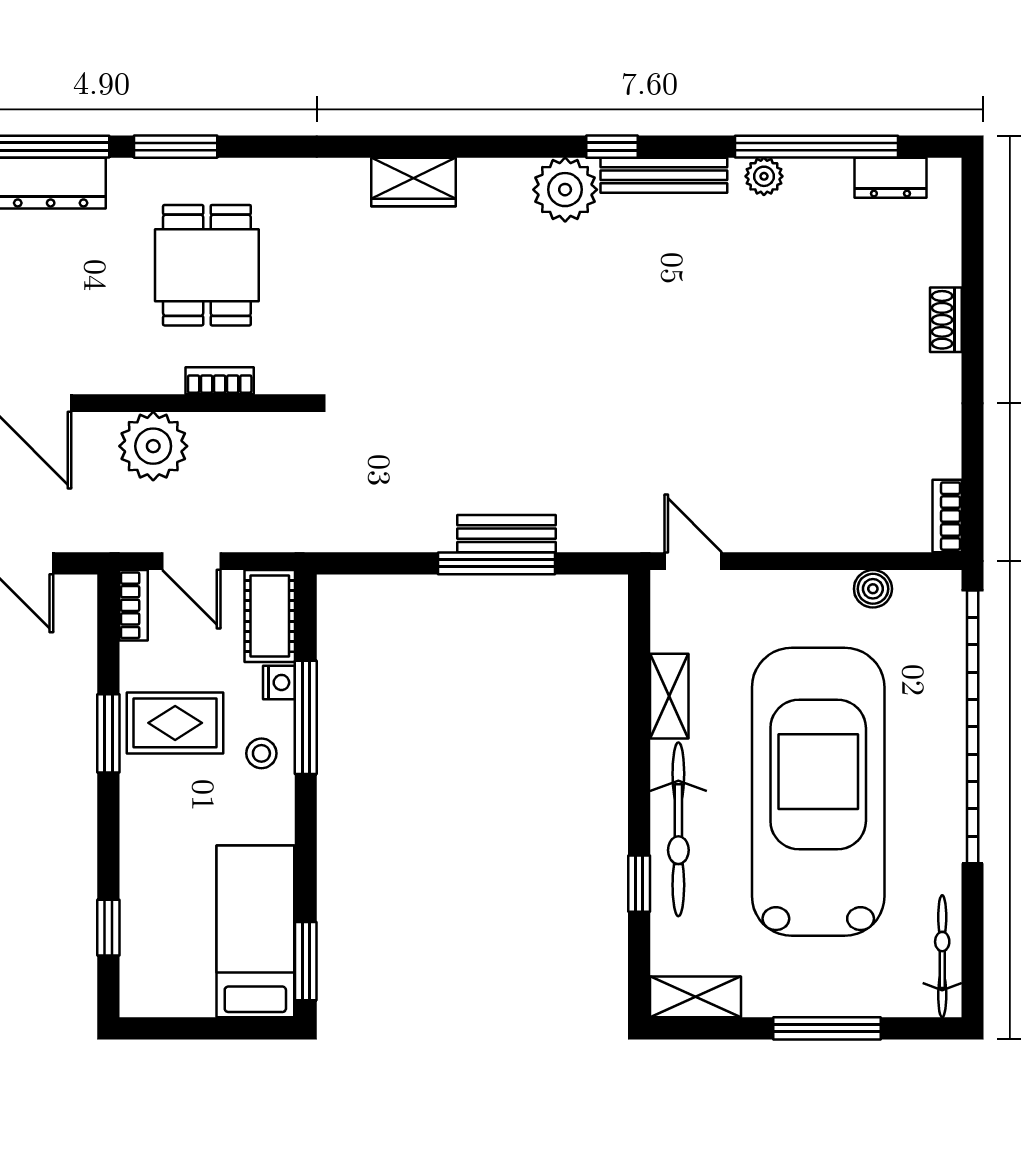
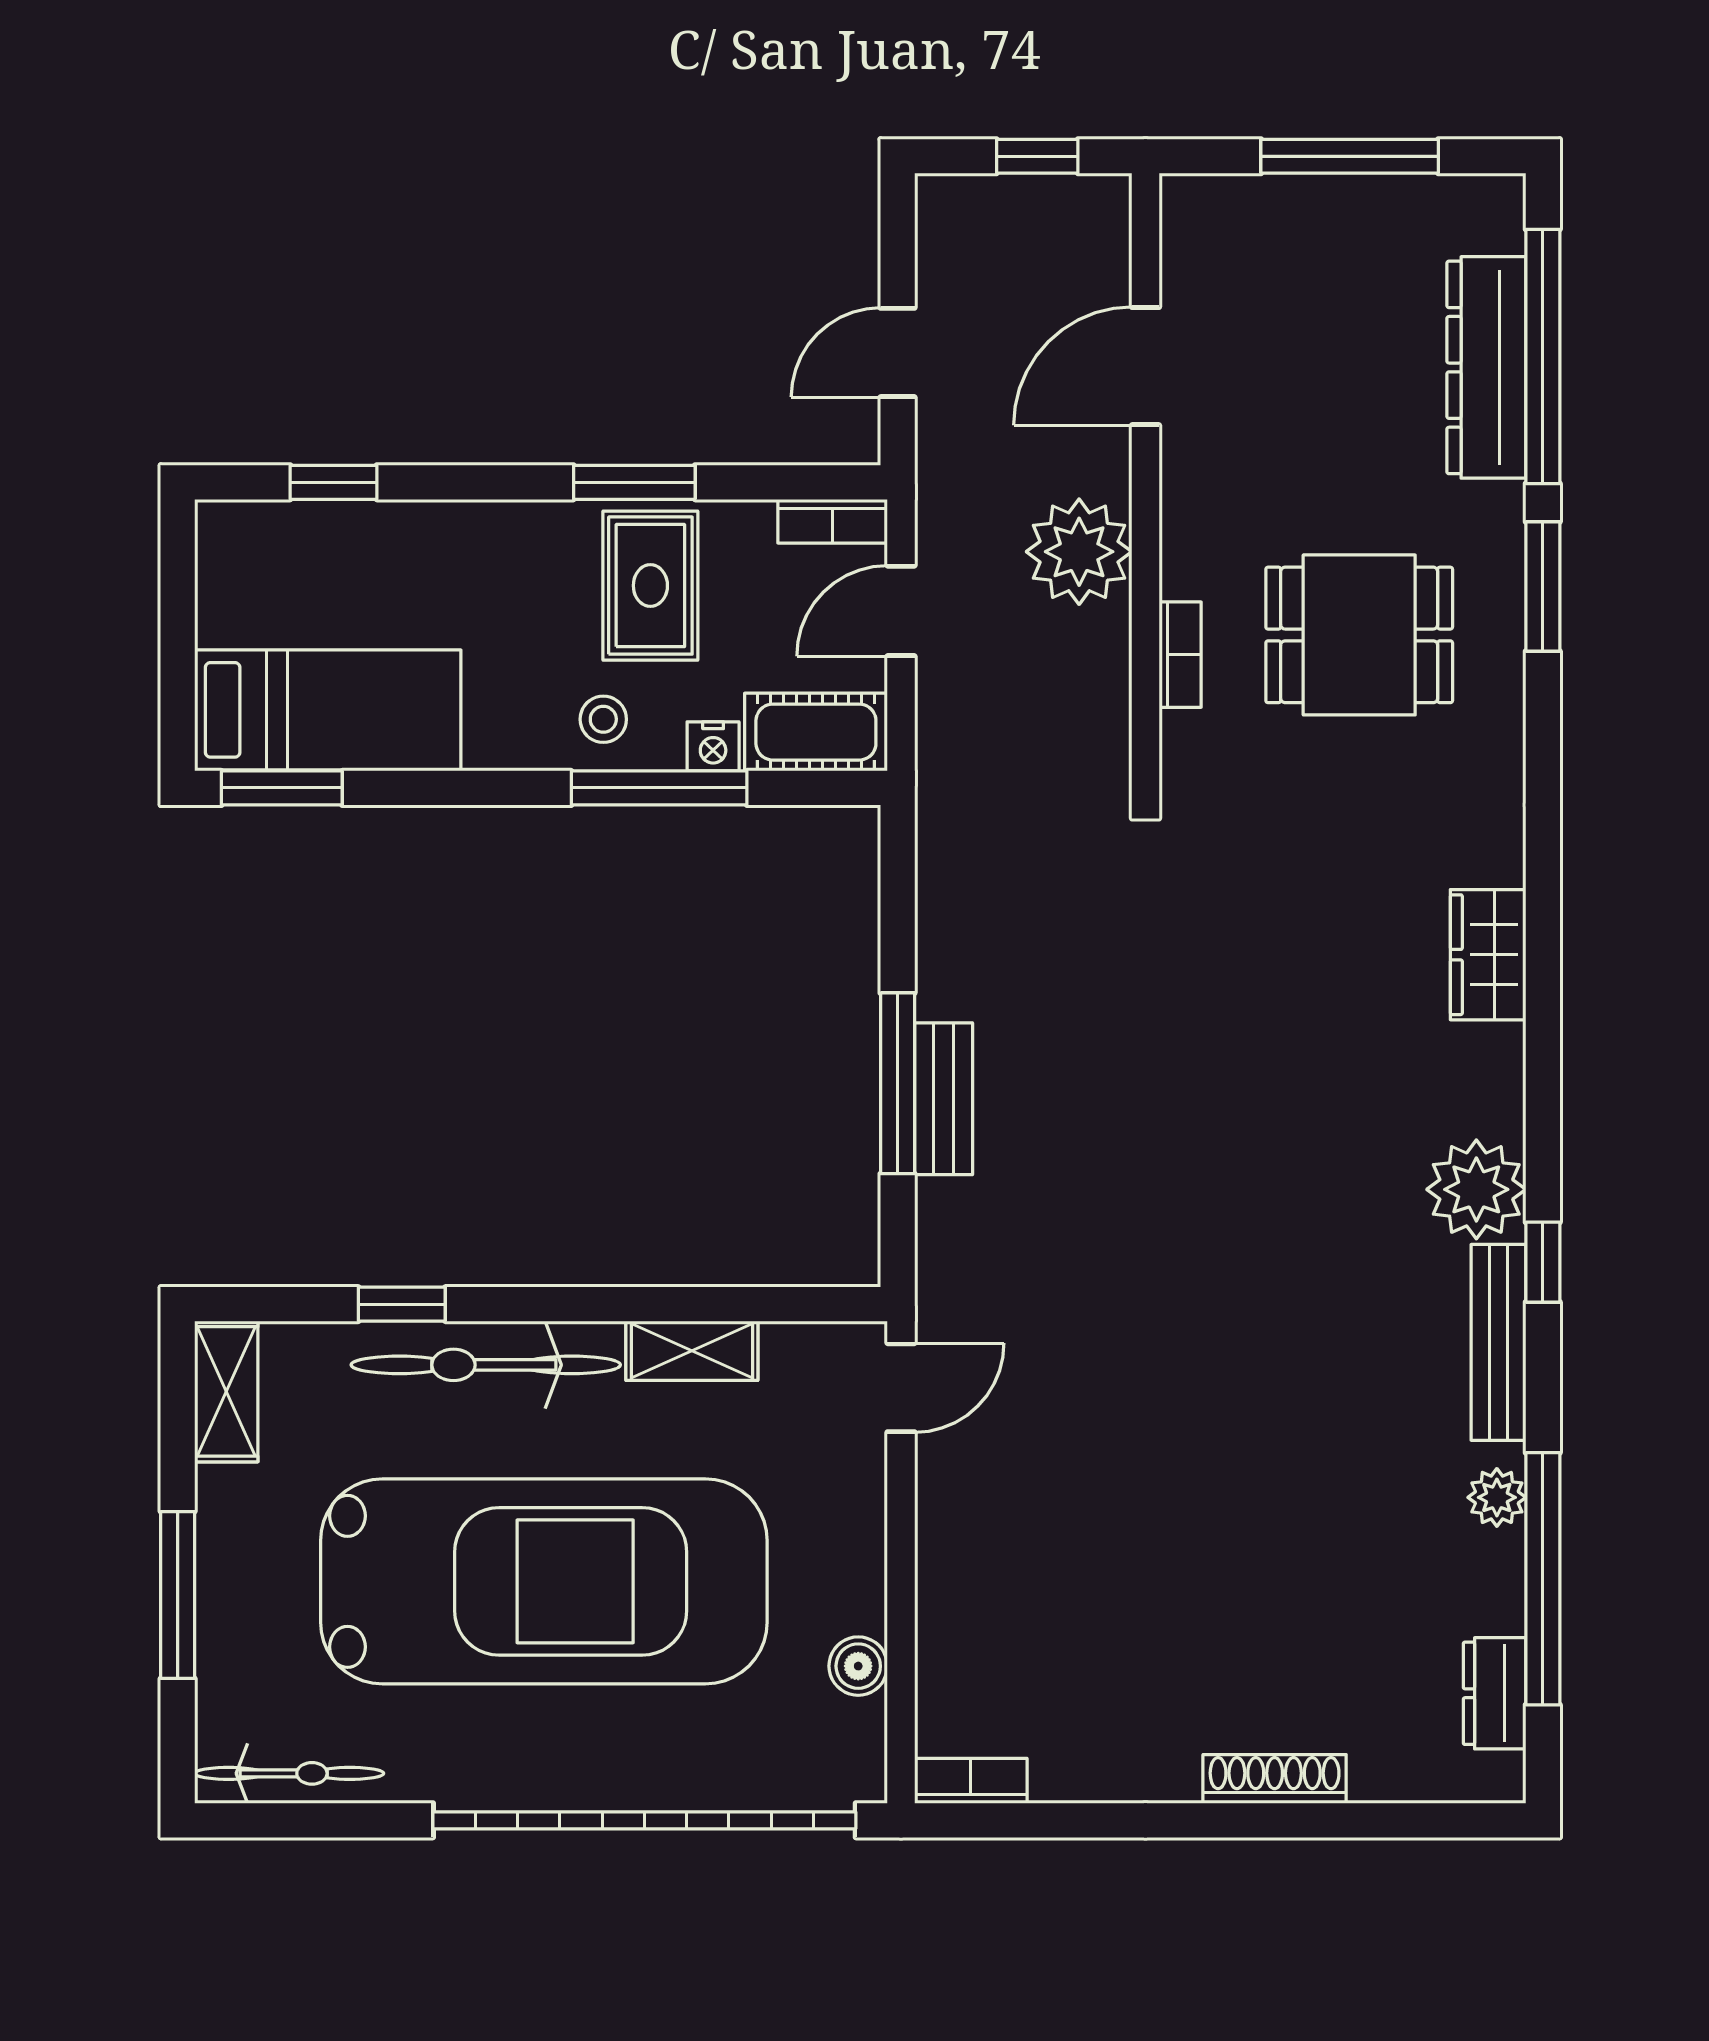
shoe rack: (946, 320) -> (1275, 1779), width x1.43

